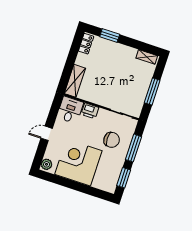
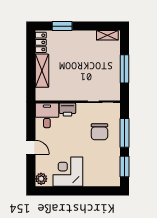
shelving: (75, 81) -> (42, 71), moved
door: (47, 133) -> (31, 147), swing flipped
chair: (112, 140) -> (99, 132), turned 90
corner desk: (78, 163) -> (68, 172), width x0.74, depth x0.74

